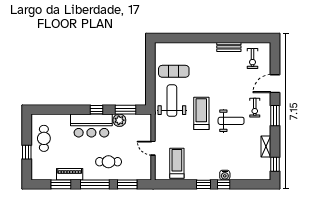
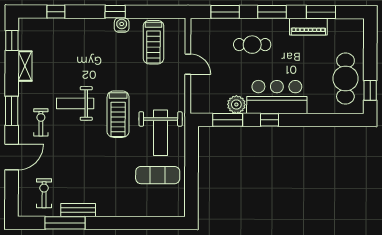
window: (238, 38) -> (65, 223), added
cafe table: (44, 138) -> (345, 79), width x1.37, depth x1.35
window: (27, 152) -> (370, 90), moved
water cooler: (225, 175) -> (122, 25), moved
window: (95, 184) -> (272, 12), width x0.69
window: (224, 184) -> (56, 12), moved

